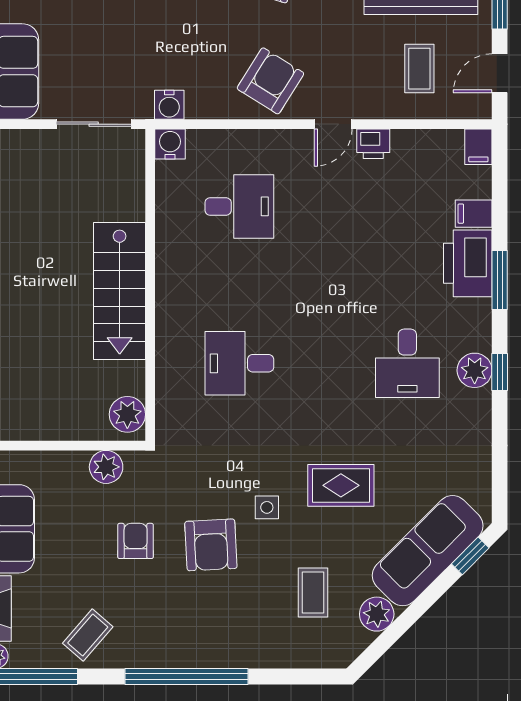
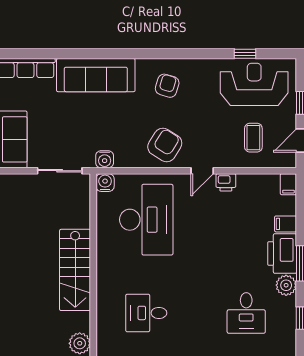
desk: (239, 206) -> (146, 220), width x1.87, depth x1.30
plant: (475, 370) -> (286, 285), moved

